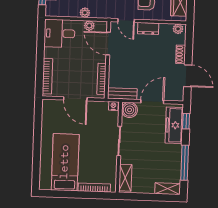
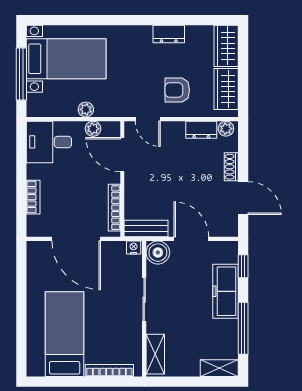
dresser: (148, 29) -> (201, 130), moved
bookcase: (47, 76) -> (33, 197), width x0.64
door: (75, 99) -> (76, 239), width x1.36
door: (152, 102) -> (191, 239), hinge flipped
freezer: (174, 125) -> (225, 291), moved

